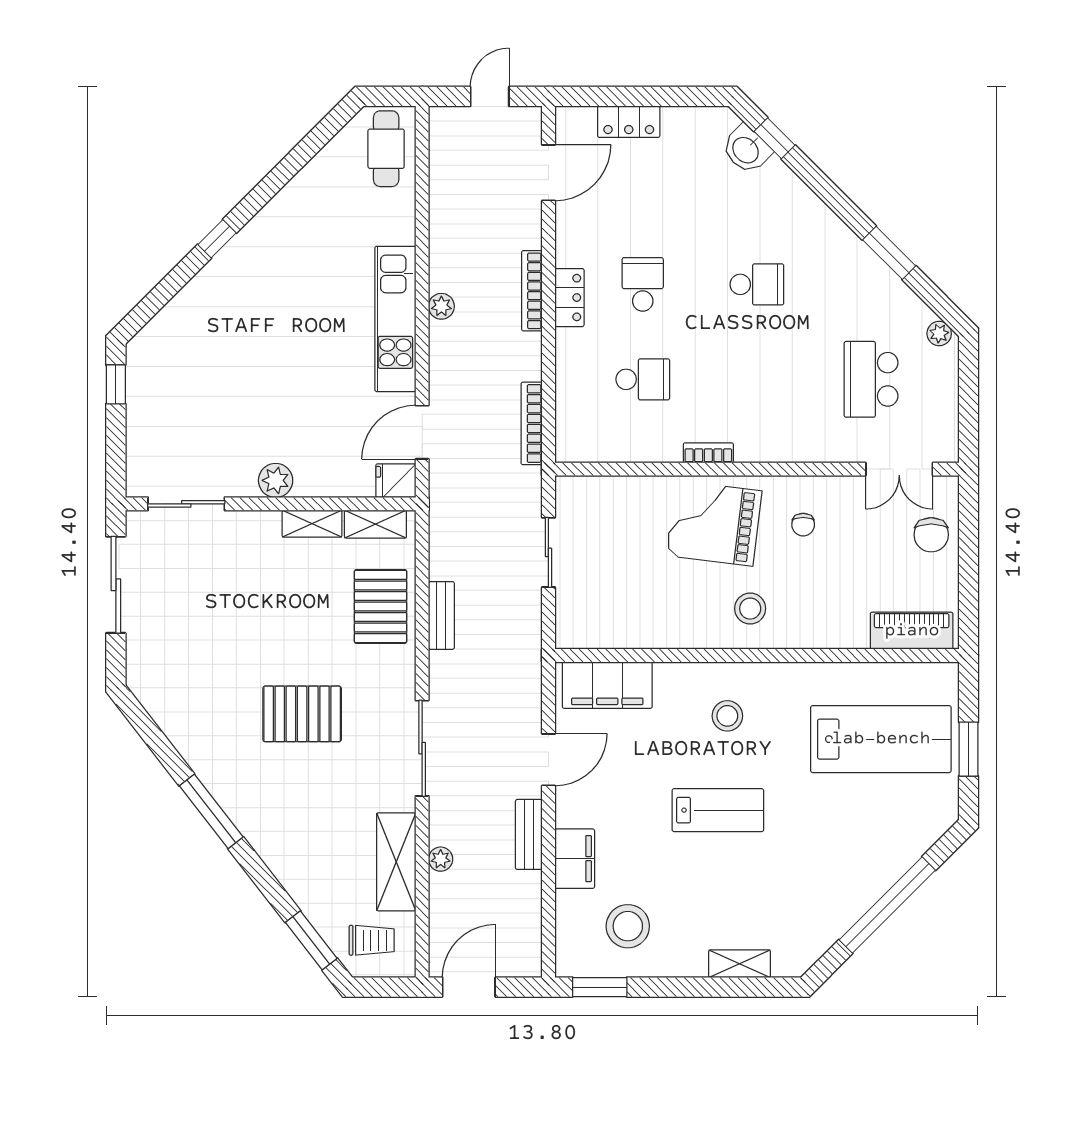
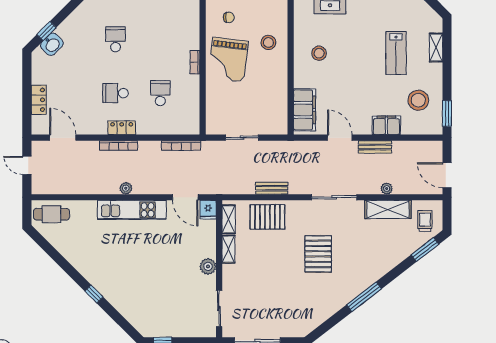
lab bench: (718, 810) -> (396, 53), moved, turned 180

